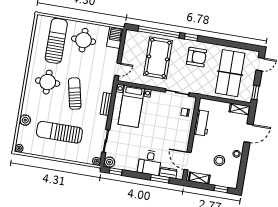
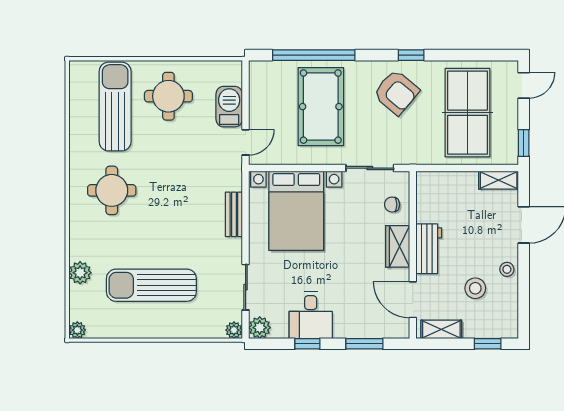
barbecue: (115, 37) -> (229, 107), moved
window: (191, 37) -> (411, 55), moved
armchair: (197, 57) -> (396, 92), turned 40
sun lounger: (75, 94) -> (169, 204), removed
bed with nightstands: (131, 106) -> (296, 211), width x1.36
workbench: (202, 123) -> (429, 249), moved
wardrobe: (184, 133) -> (398, 246), added
desk: (150, 163) -> (311, 315), moved
window: (116, 171) -> (307, 344), moved
dresser: (168, 173) -> (379, 329), removed

